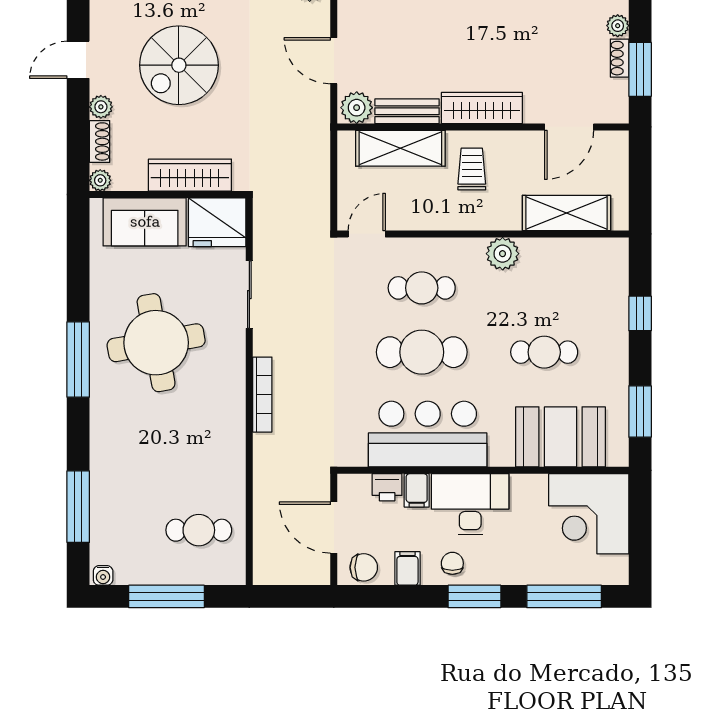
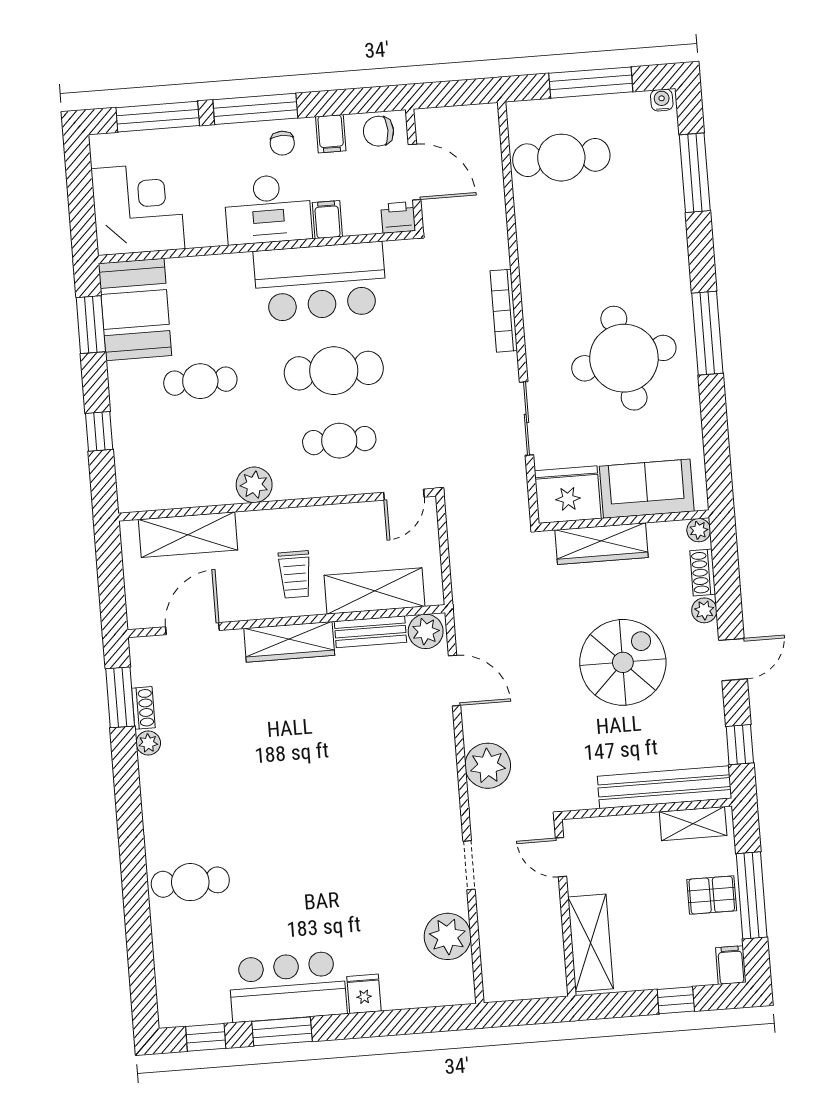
booth: (561, 437) -> (135, 309), moved, turned 90
printer: (387, 487) -> (398, 217), moved
cafe table: (199, 530) -> (561, 158), width x1.37, depth x1.35
window: (474, 596) -> (255, 109), width x1.44

